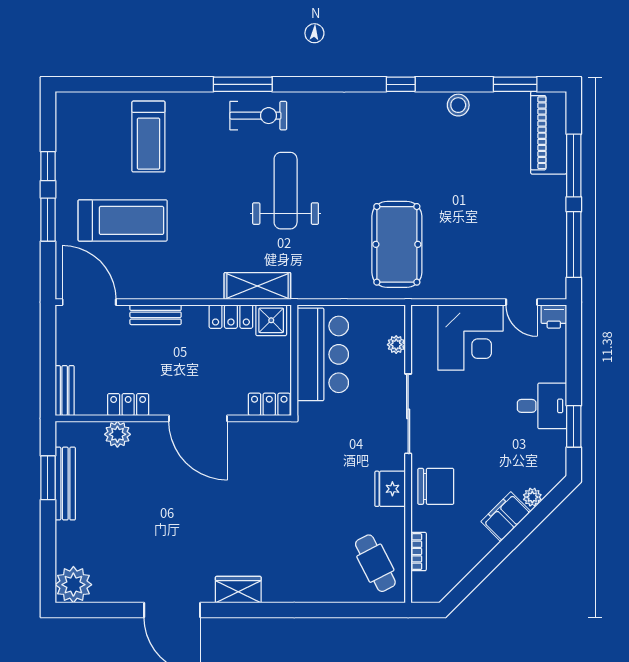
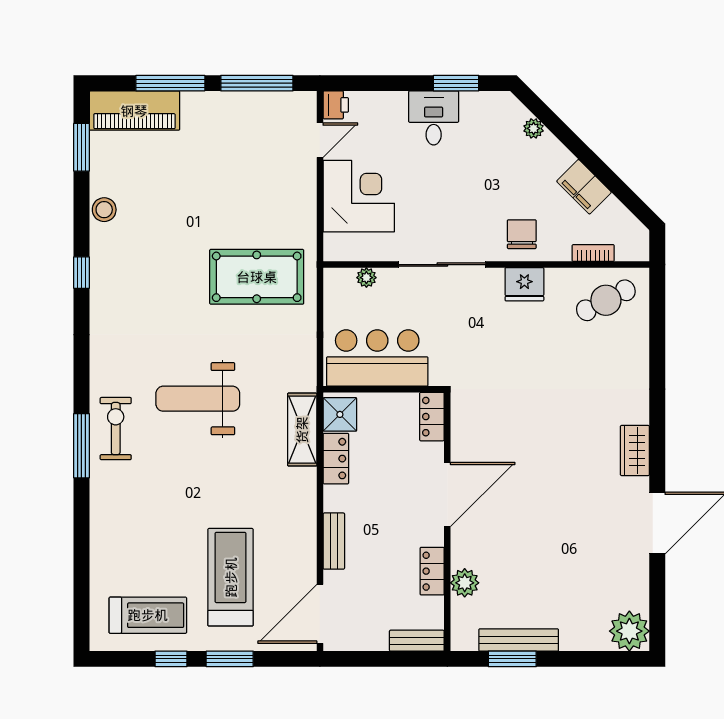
treadmill: (148, 137) -> (148, 615), moved
chair: (436, 486) -> (522, 234), width x0.73, depth x0.73
filing cabinet: (506, 517) -> (584, 187), moved

